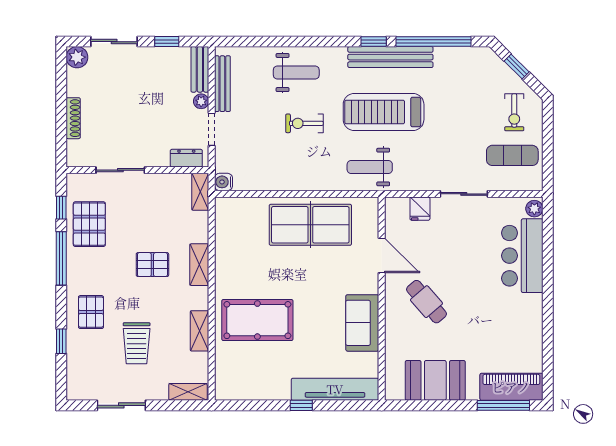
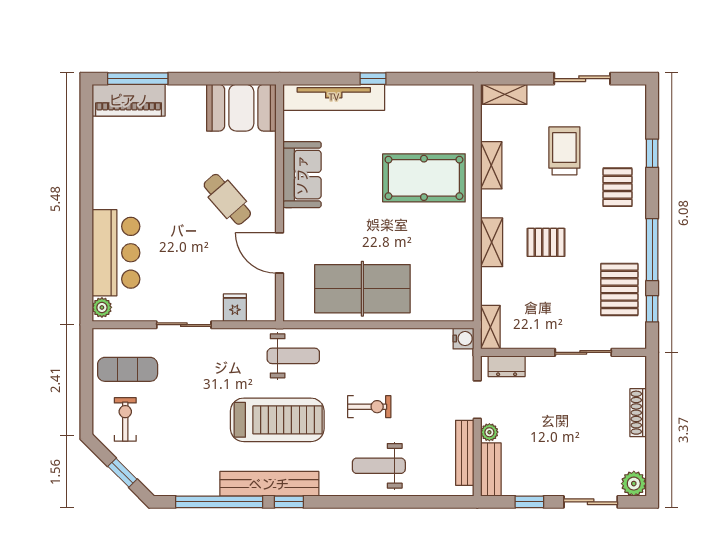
booth: (435, 380) -> (241, 108), moved

